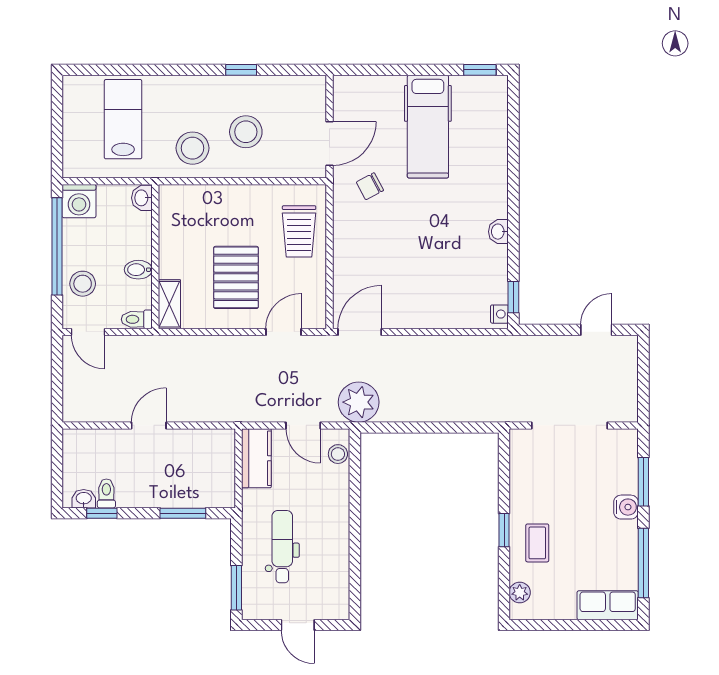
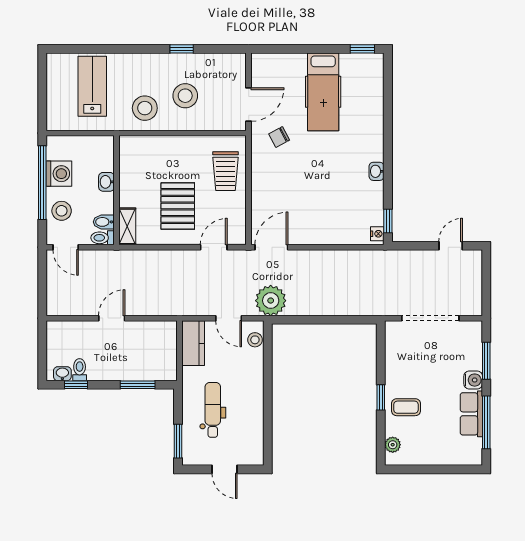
washbasin: (142, 198) -> (106, 182), moved
washing machine: (79, 201) -> (59, 174), moved, turned -90
bidet: (138, 270) -> (104, 222), moved
coffee table: (537, 543) -> (406, 407), turned 90
row of seats: (608, 605) -> (471, 414), moved, turned -90

